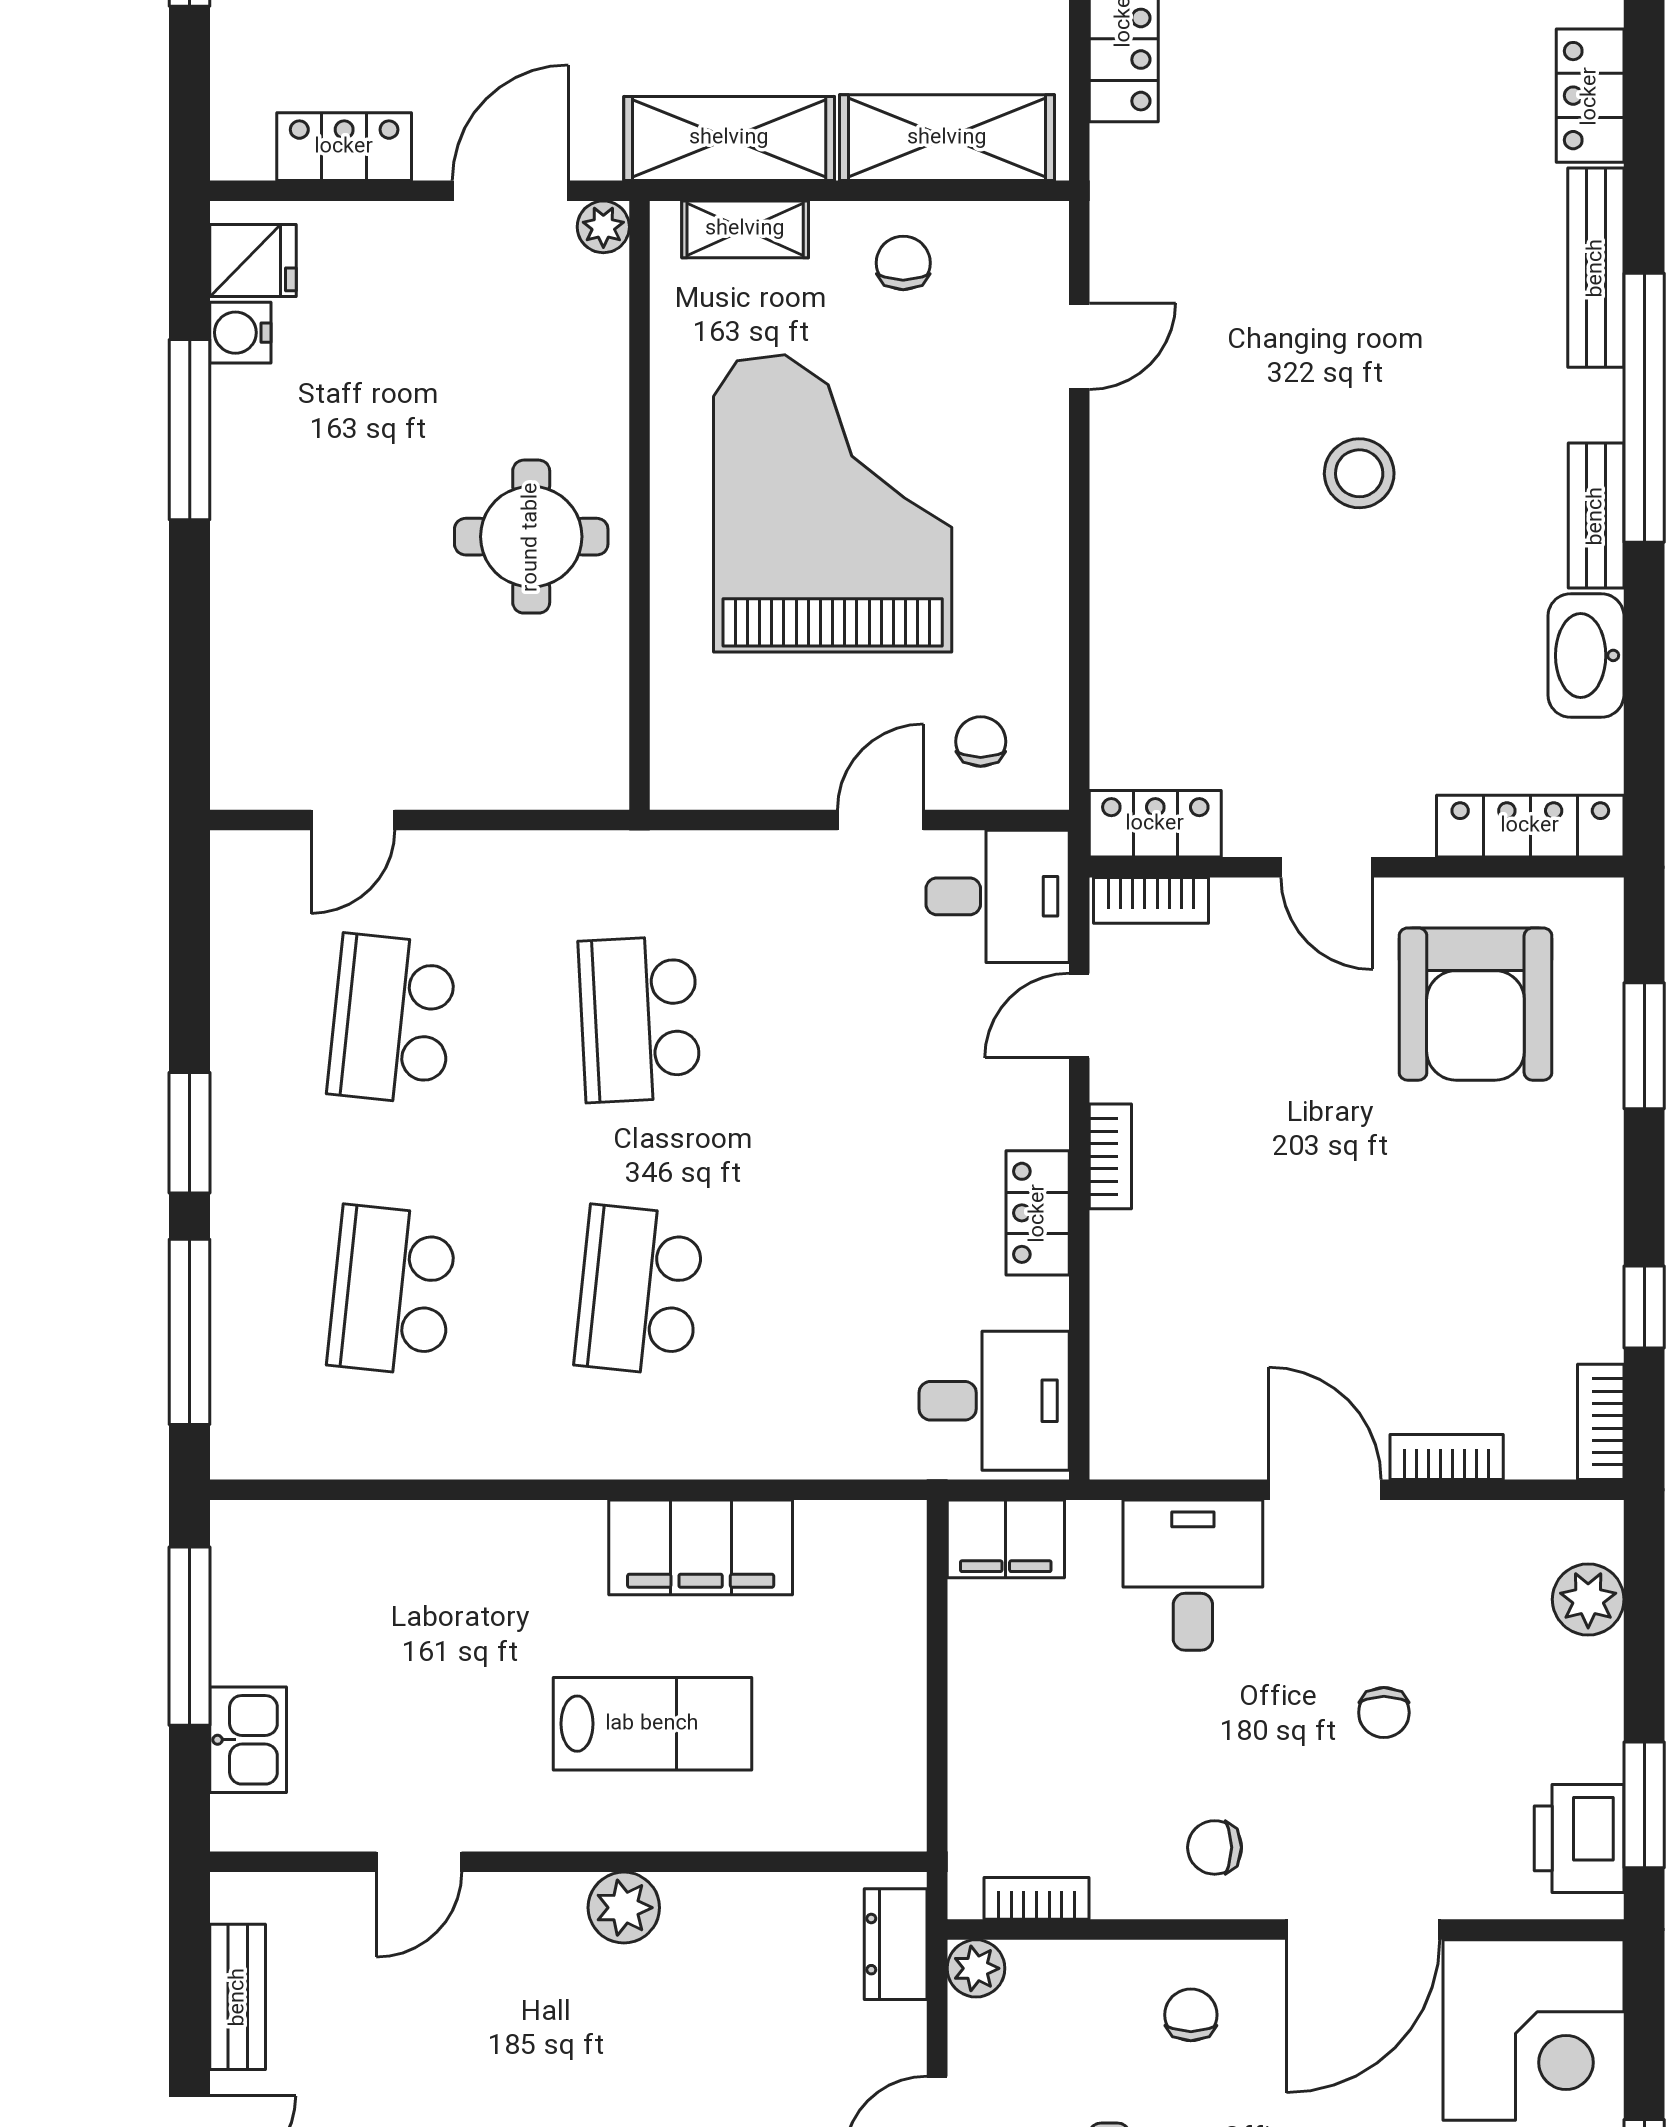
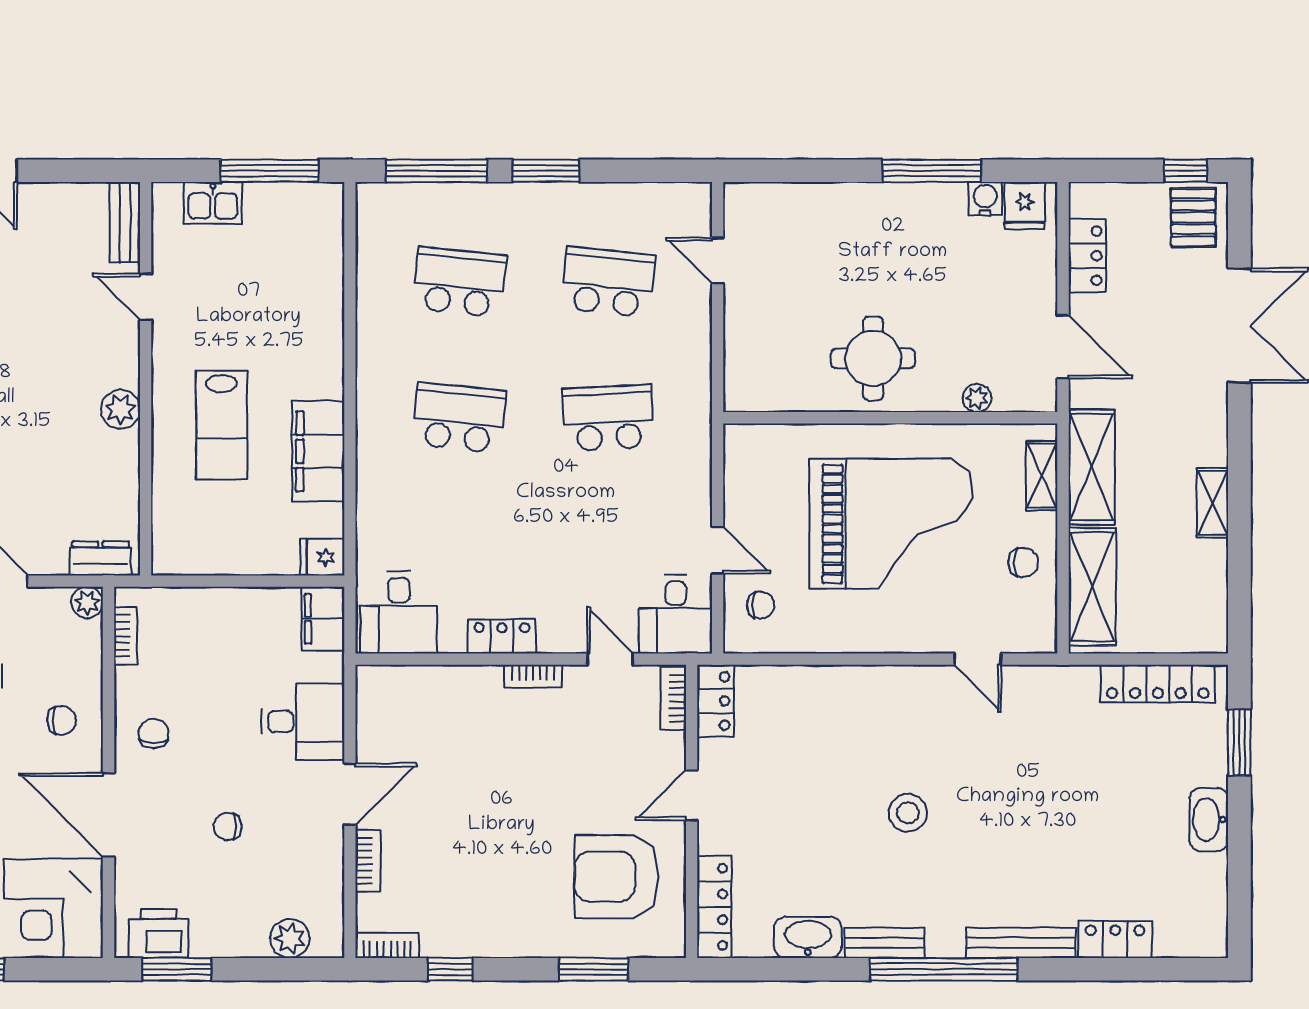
plant: (603, 227) -> (977, 398), moved
fridge: (893, 1540) -> (322, 557), added
bench: (238, 1997) -> (125, 223), moved, turned 90

